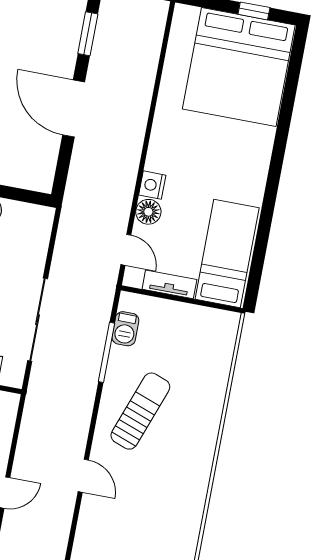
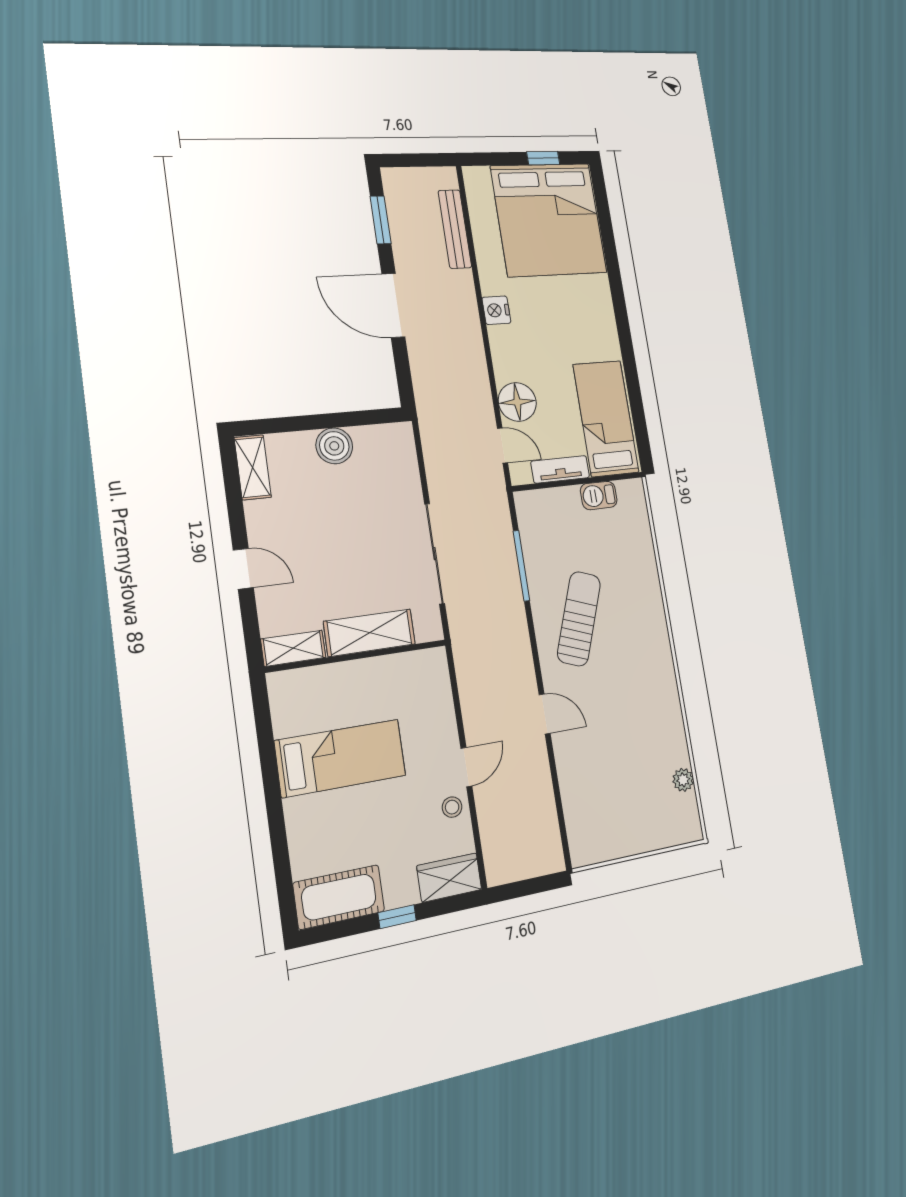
bench: (150, 56) -> (455, 229), added
nightstand: (152, 185) -> (496, 310), moved
floor lamp: (148, 212) -> (517, 402), width x1.38, depth x1.38
barbecue: (125, 329) -> (599, 495), moved, turned 90

